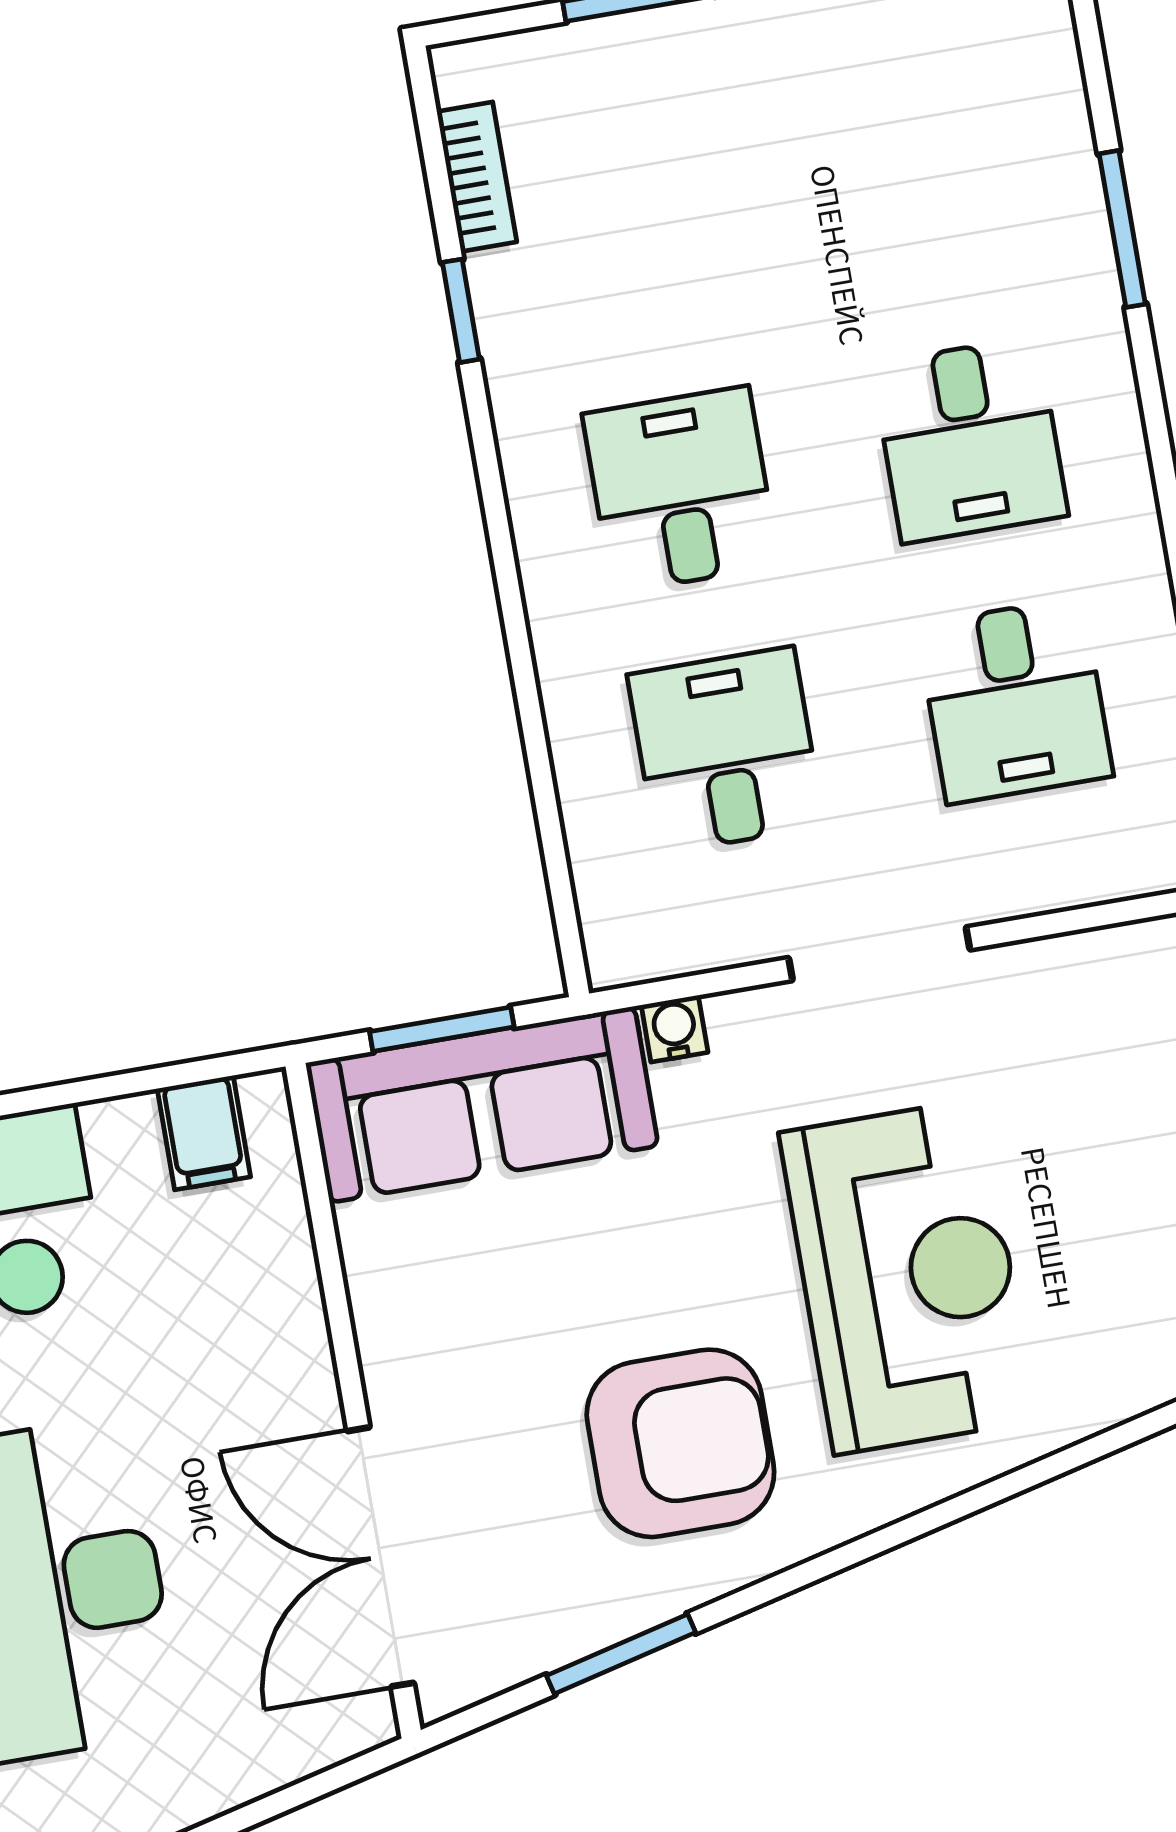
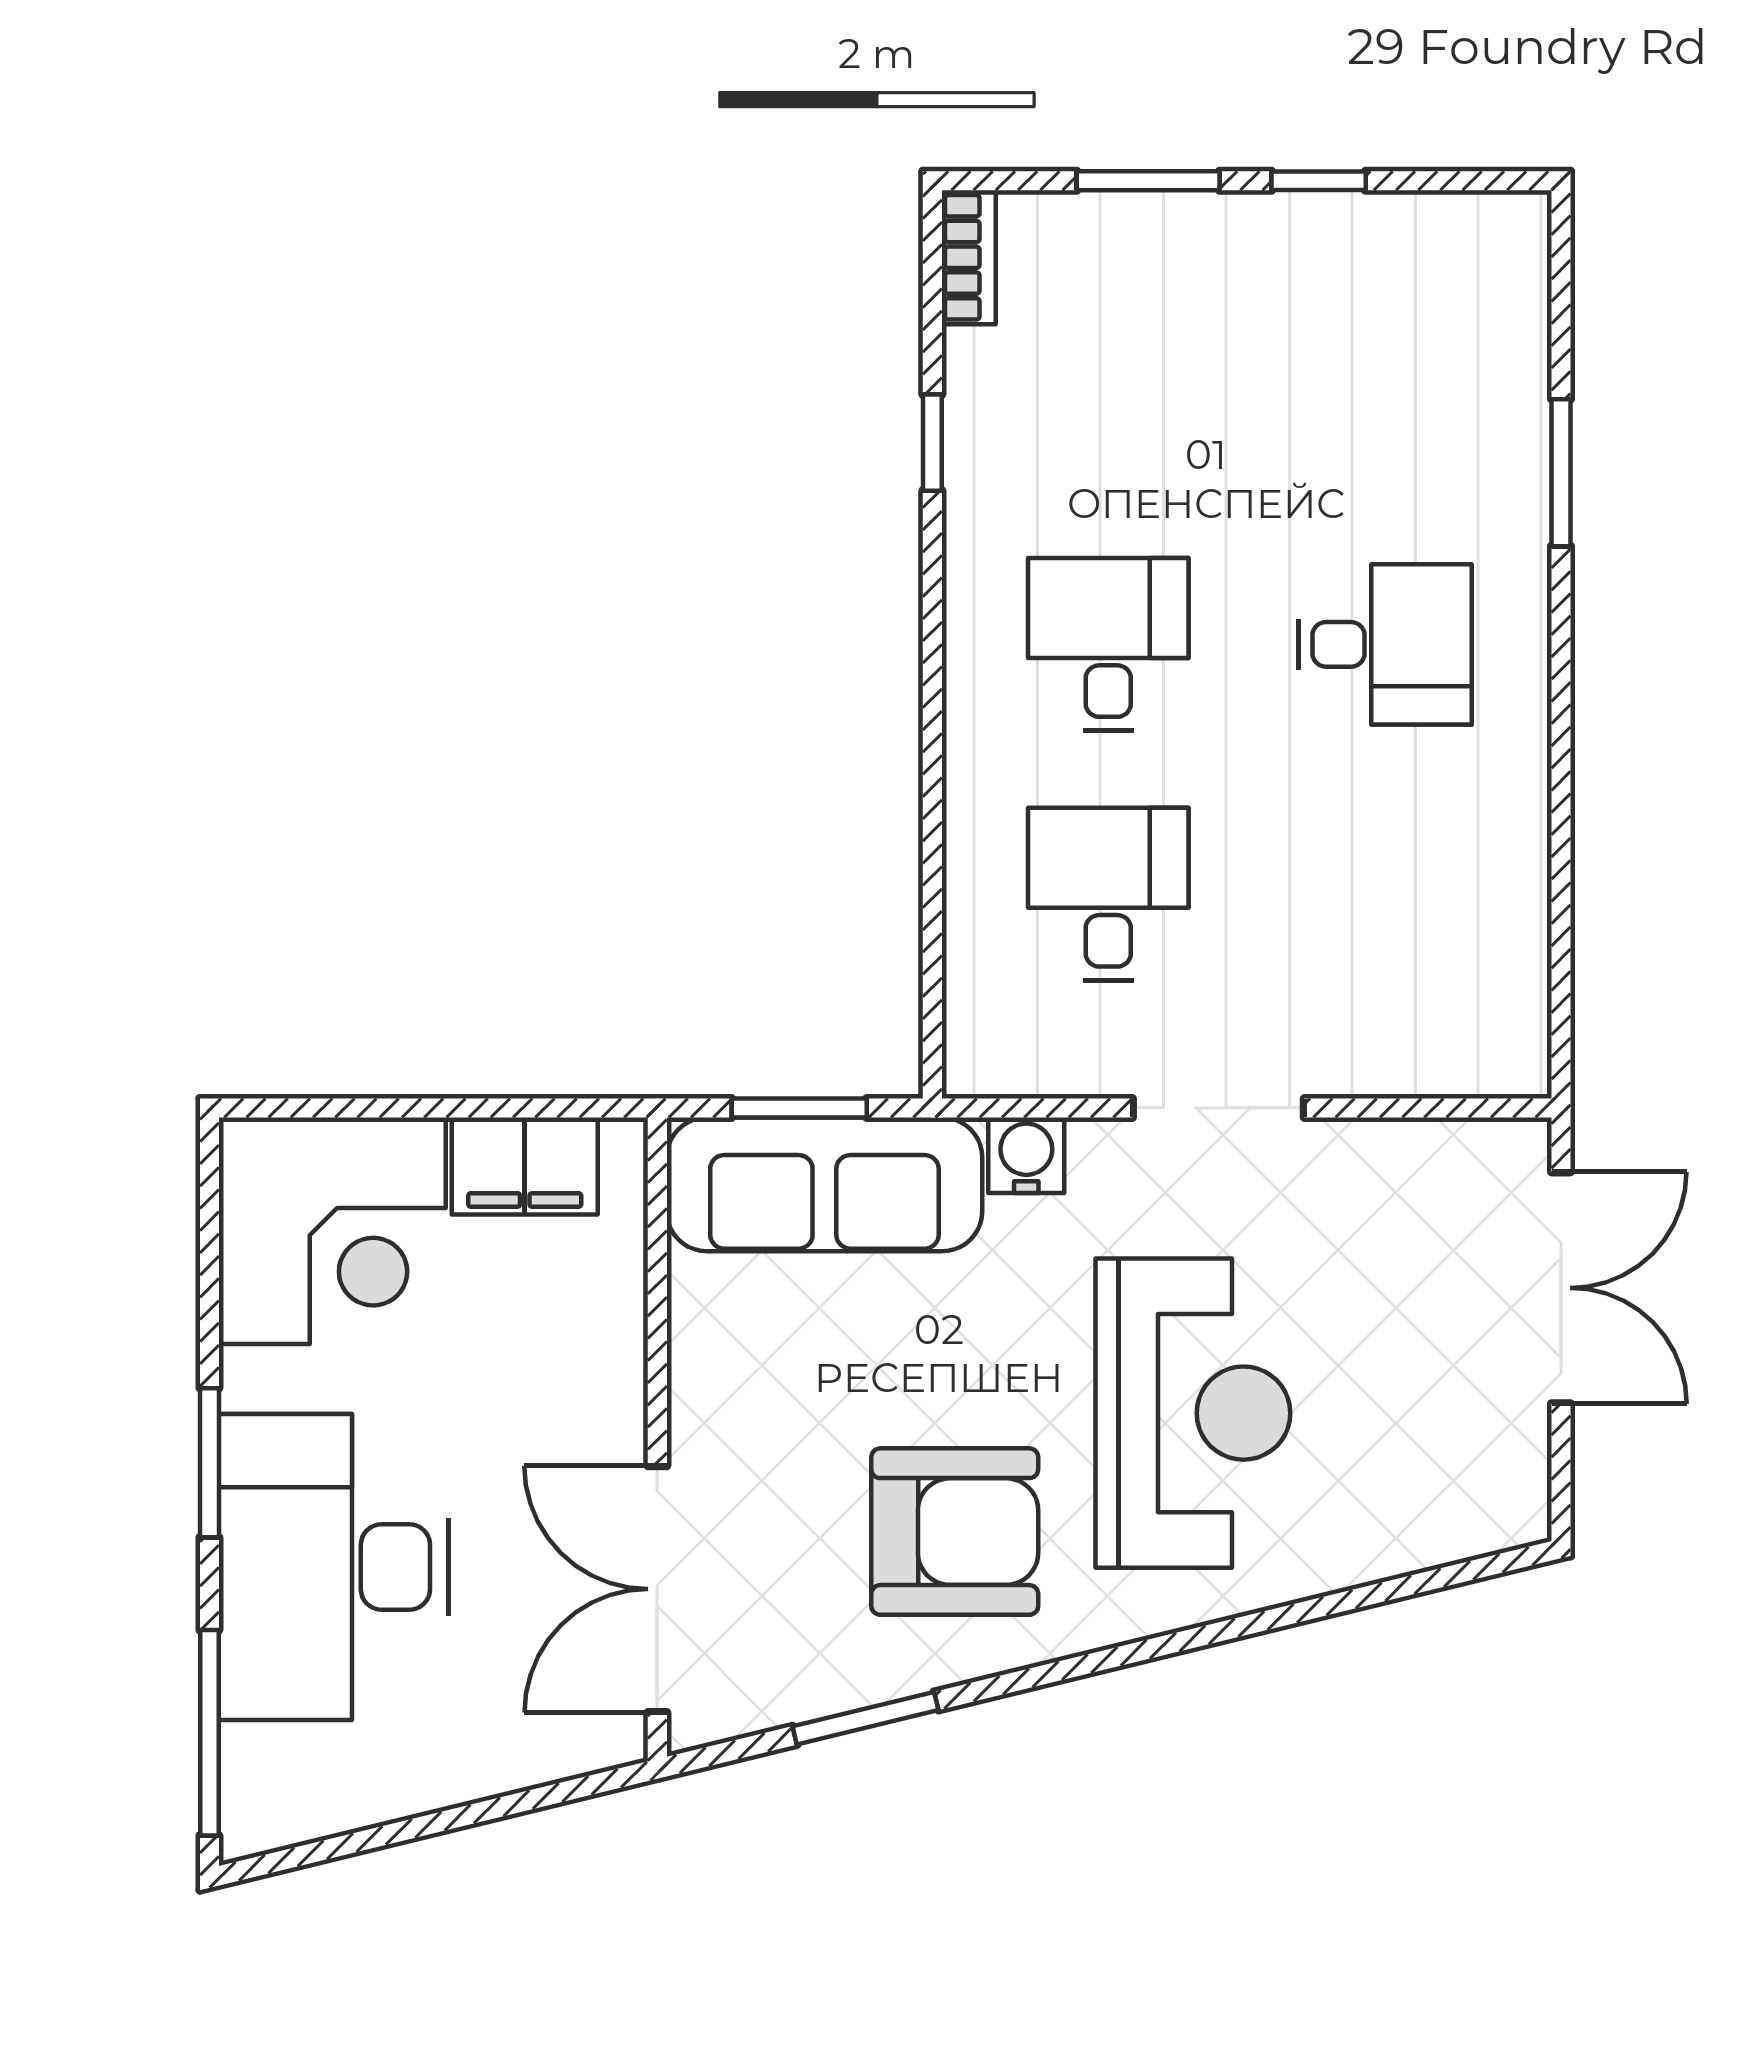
bookcase: (477, 177) -> (969, 257), moved
desk: (970, 440) -> (1385, 644), turned -90
desk: (1015, 700) -> (1385, 894), removed
water cooler: (675, 1029) -> (1026, 1155), width x1.38, depth x1.38
filing cabinet: (204, 1133) -> (525, 1166), width x2.00

